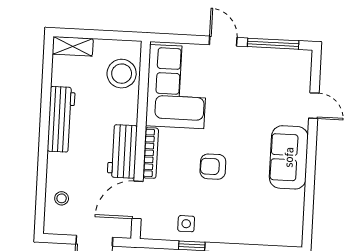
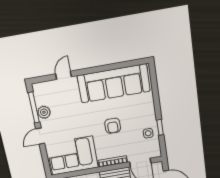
plant: (262, 58) -> (44, 112), added
sofa: (289, 157) -> (114, 83), width x1.85, depth x1.27

